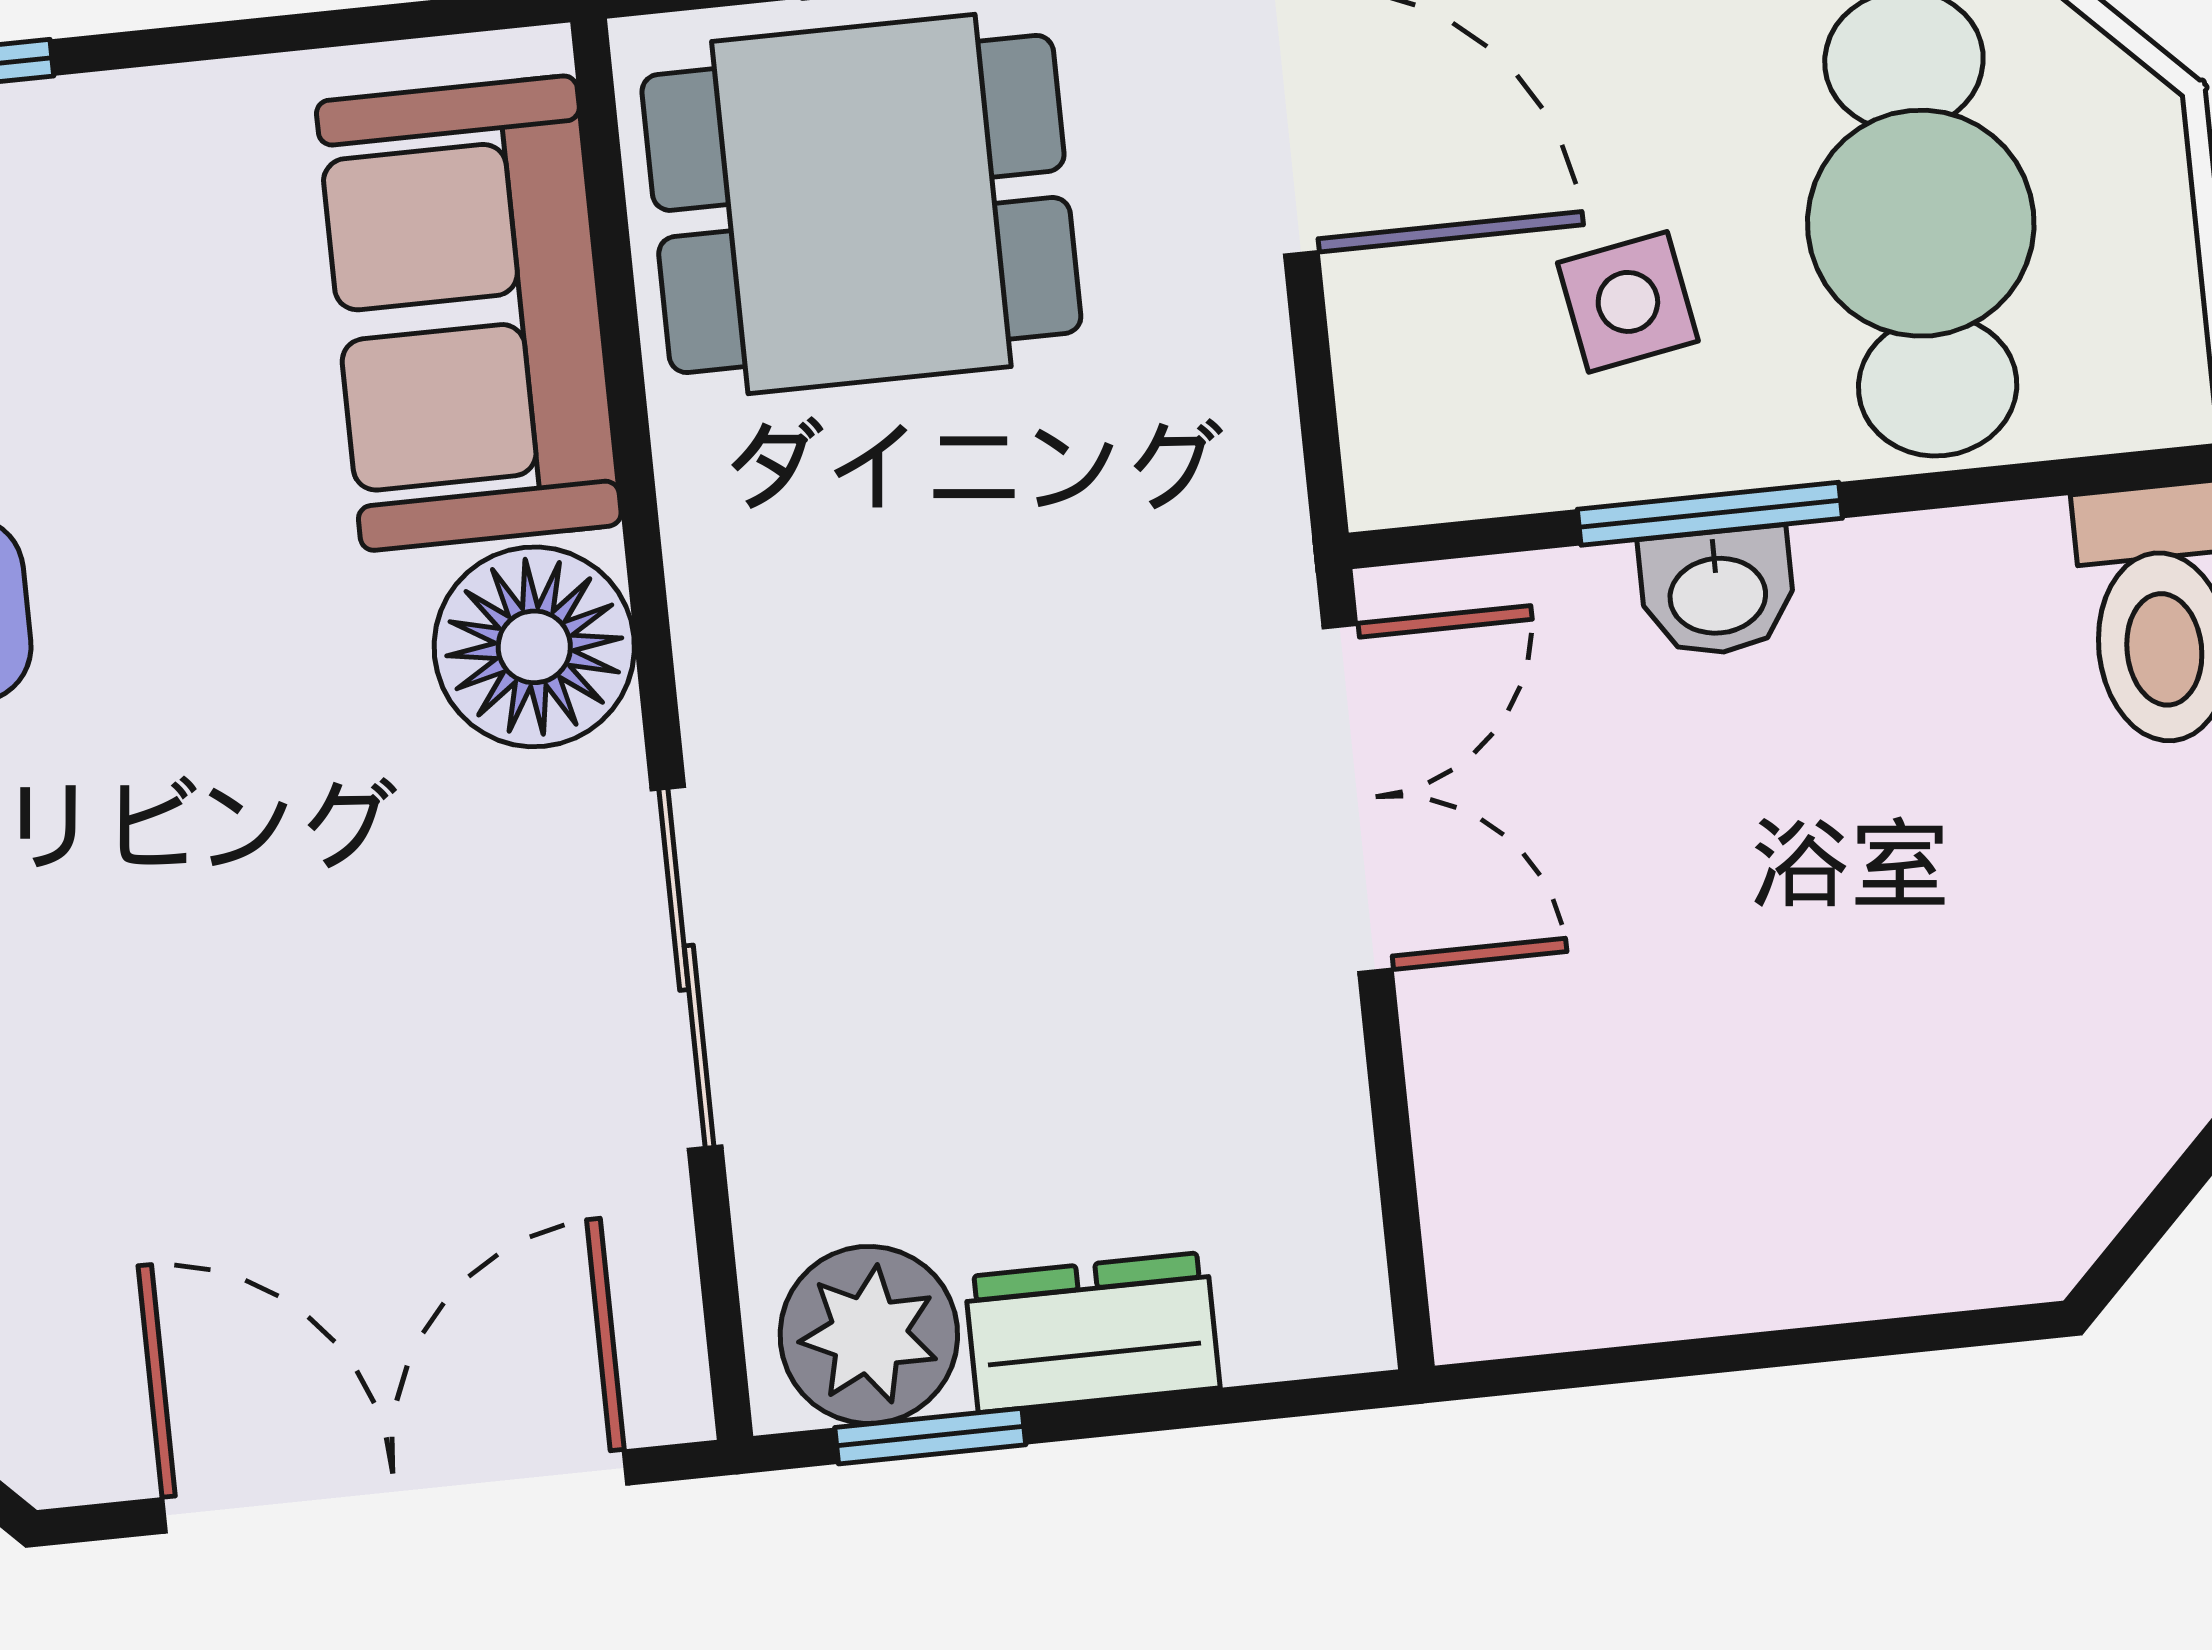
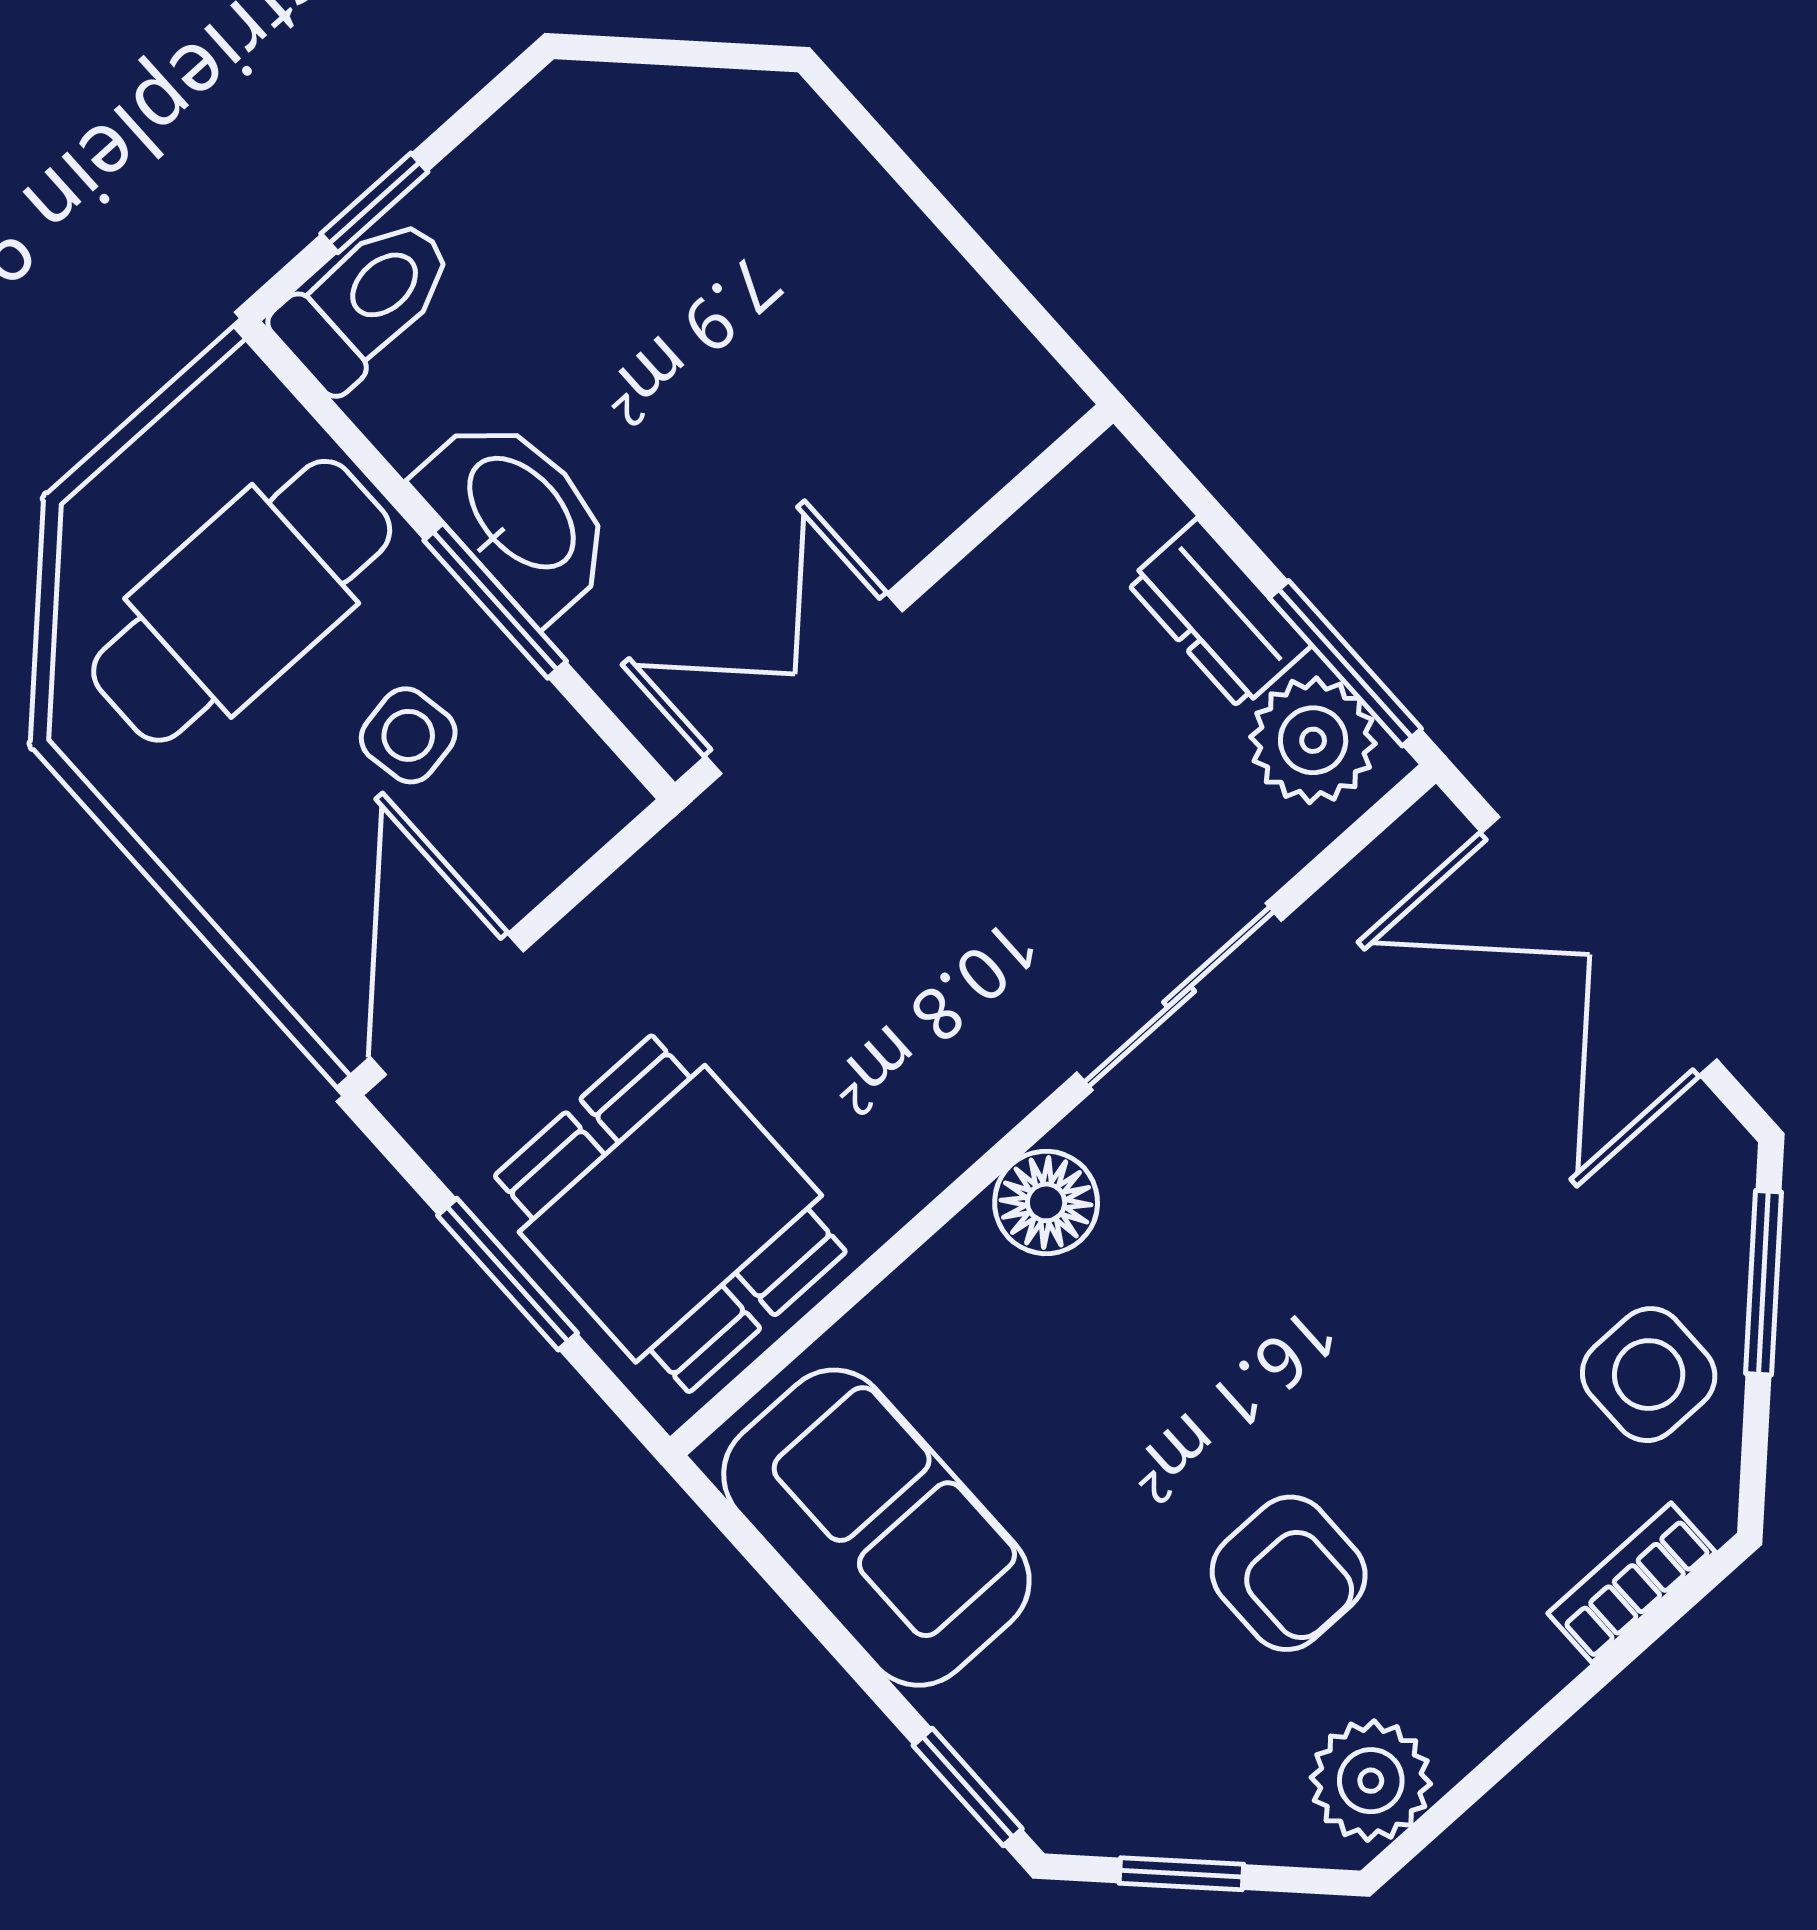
sofa: (469, 313) -> (876, 1528), moved, turned -90
washbasin: (1717, 592) -> (519, 515), width x1.91, depth x1.45
floor lamp: (534, 647) -> (1046, 1202), width x0.73, depth x0.73
window: (930, 1436) -> (1345, 663), width x1.50

